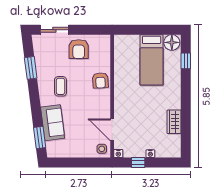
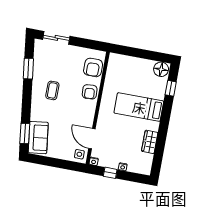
armchair: (79, 49) -> (93, 67), moved
bed: (152, 60) -> (139, 107), moved, turned 90
sofa: (53, 123) -> (38, 138), moved

